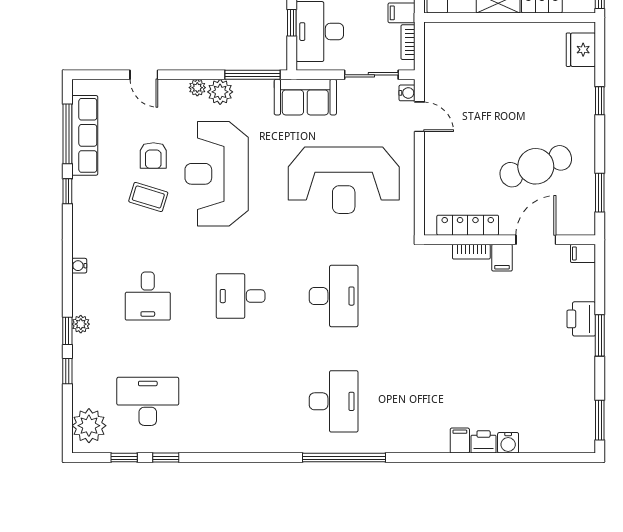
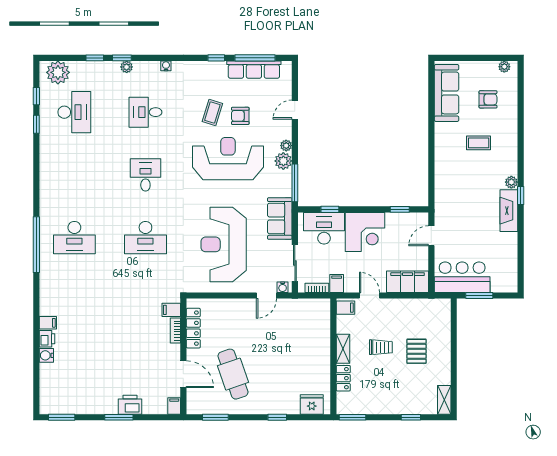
filing cabinet: (502, 258) -> (171, 310), moved

